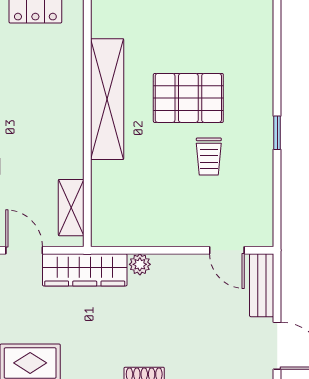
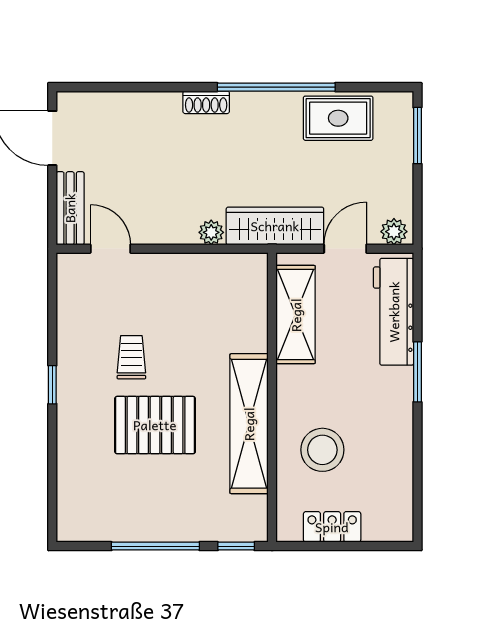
stool: (44, 77) -> (322, 450), added
shelving: (71, 208) -> (296, 315), width x1.50, depth x1.33
door: (24, 250) -> (345, 249), swing flipped

